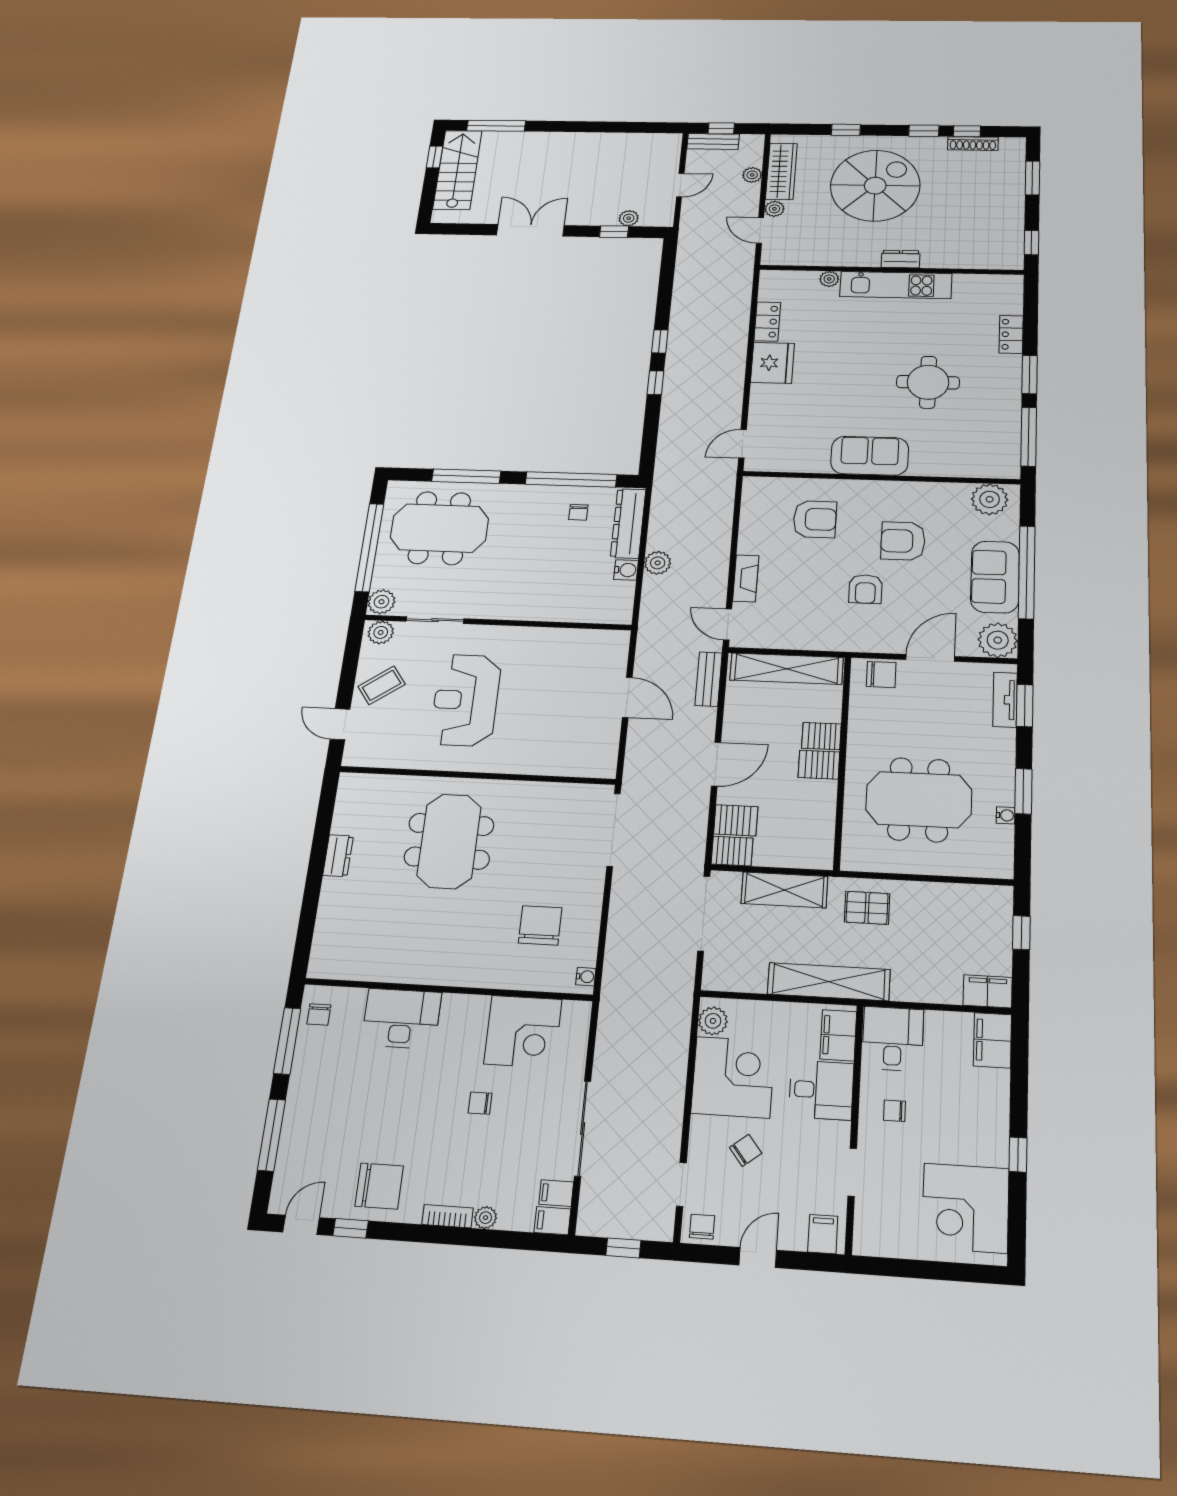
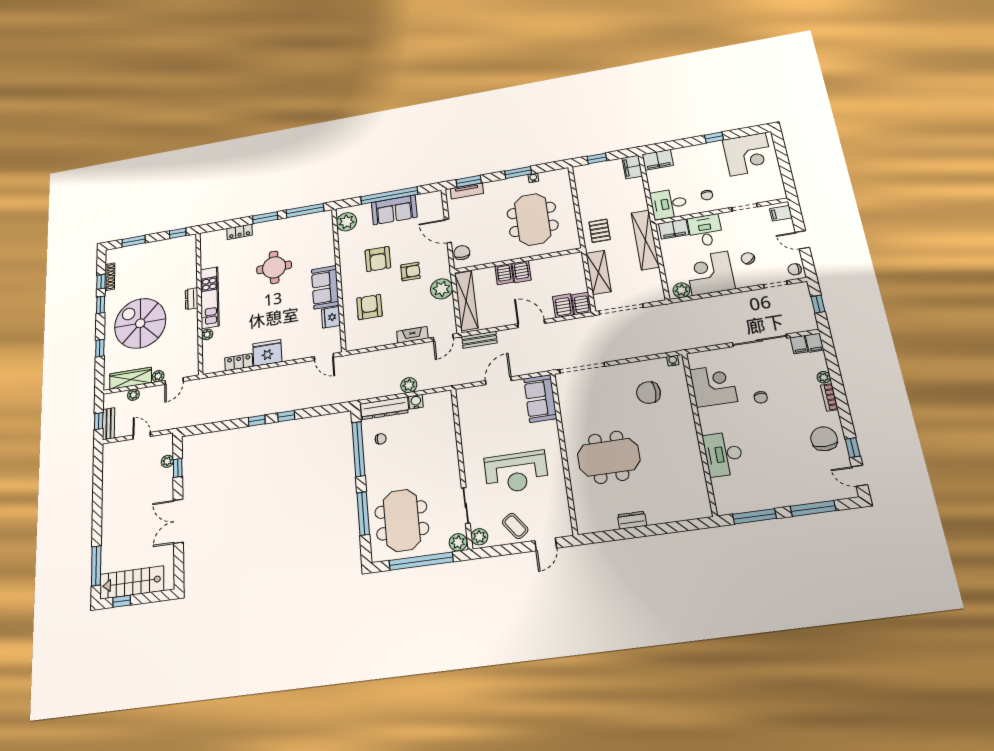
fridge: (811, 460) -> (331, 317), added
plant: (998, 640) -> (442, 289), moved
sofa: (578, 756) -> (540, 398), added
chair: (319, 1015) -> (733, 502), removed

